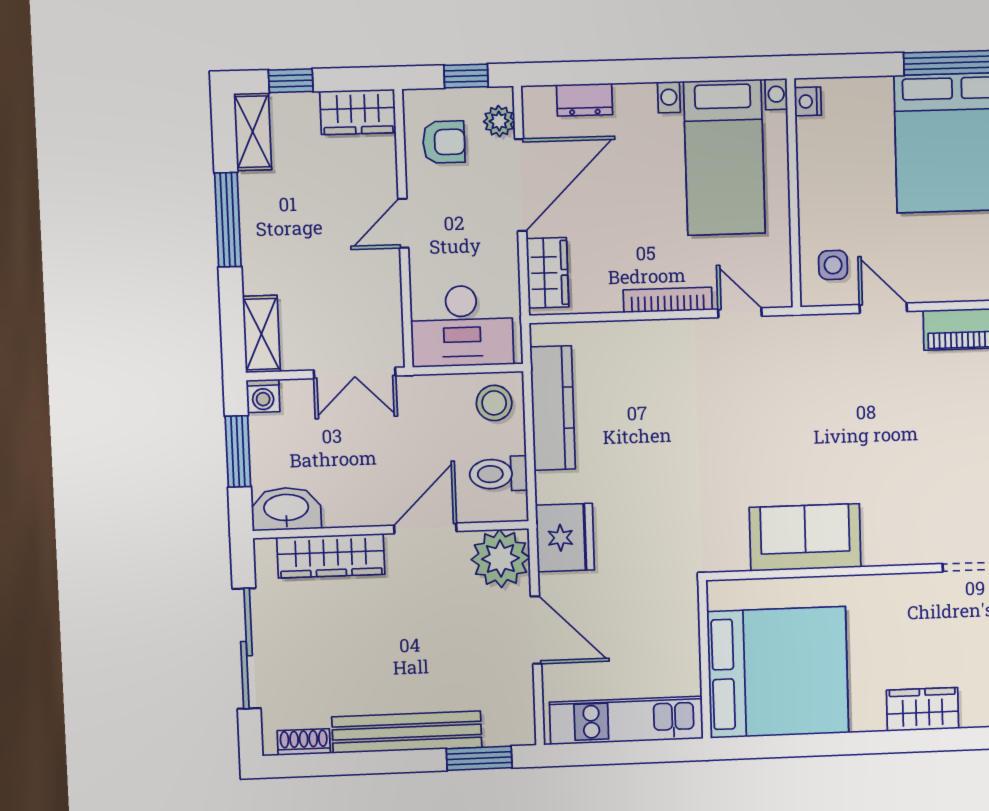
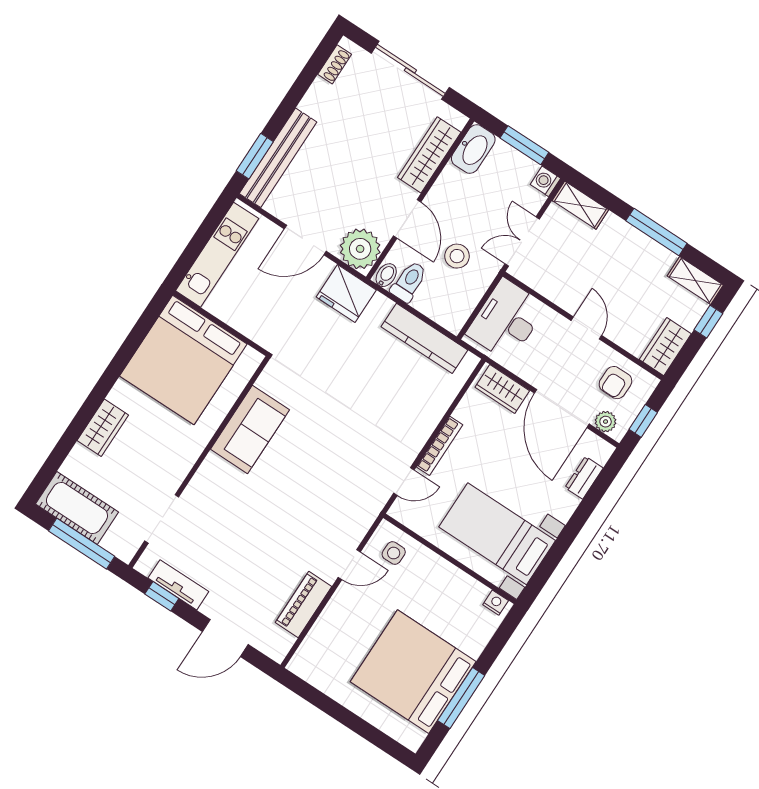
stool: (494, 403) -> (457, 256), moved
bidet: (510, 506) -> (386, 275), added
bench: (407, 732) -> (278, 158), moved

